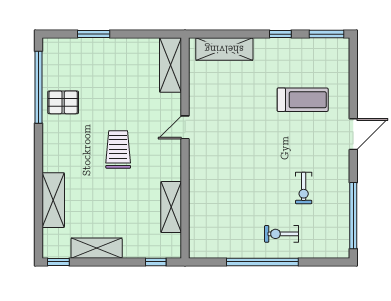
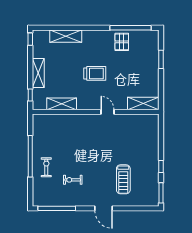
shelving: (224, 49) -> (152, 134), removed
shelving: (97, 248) -> (38, 73), moved

